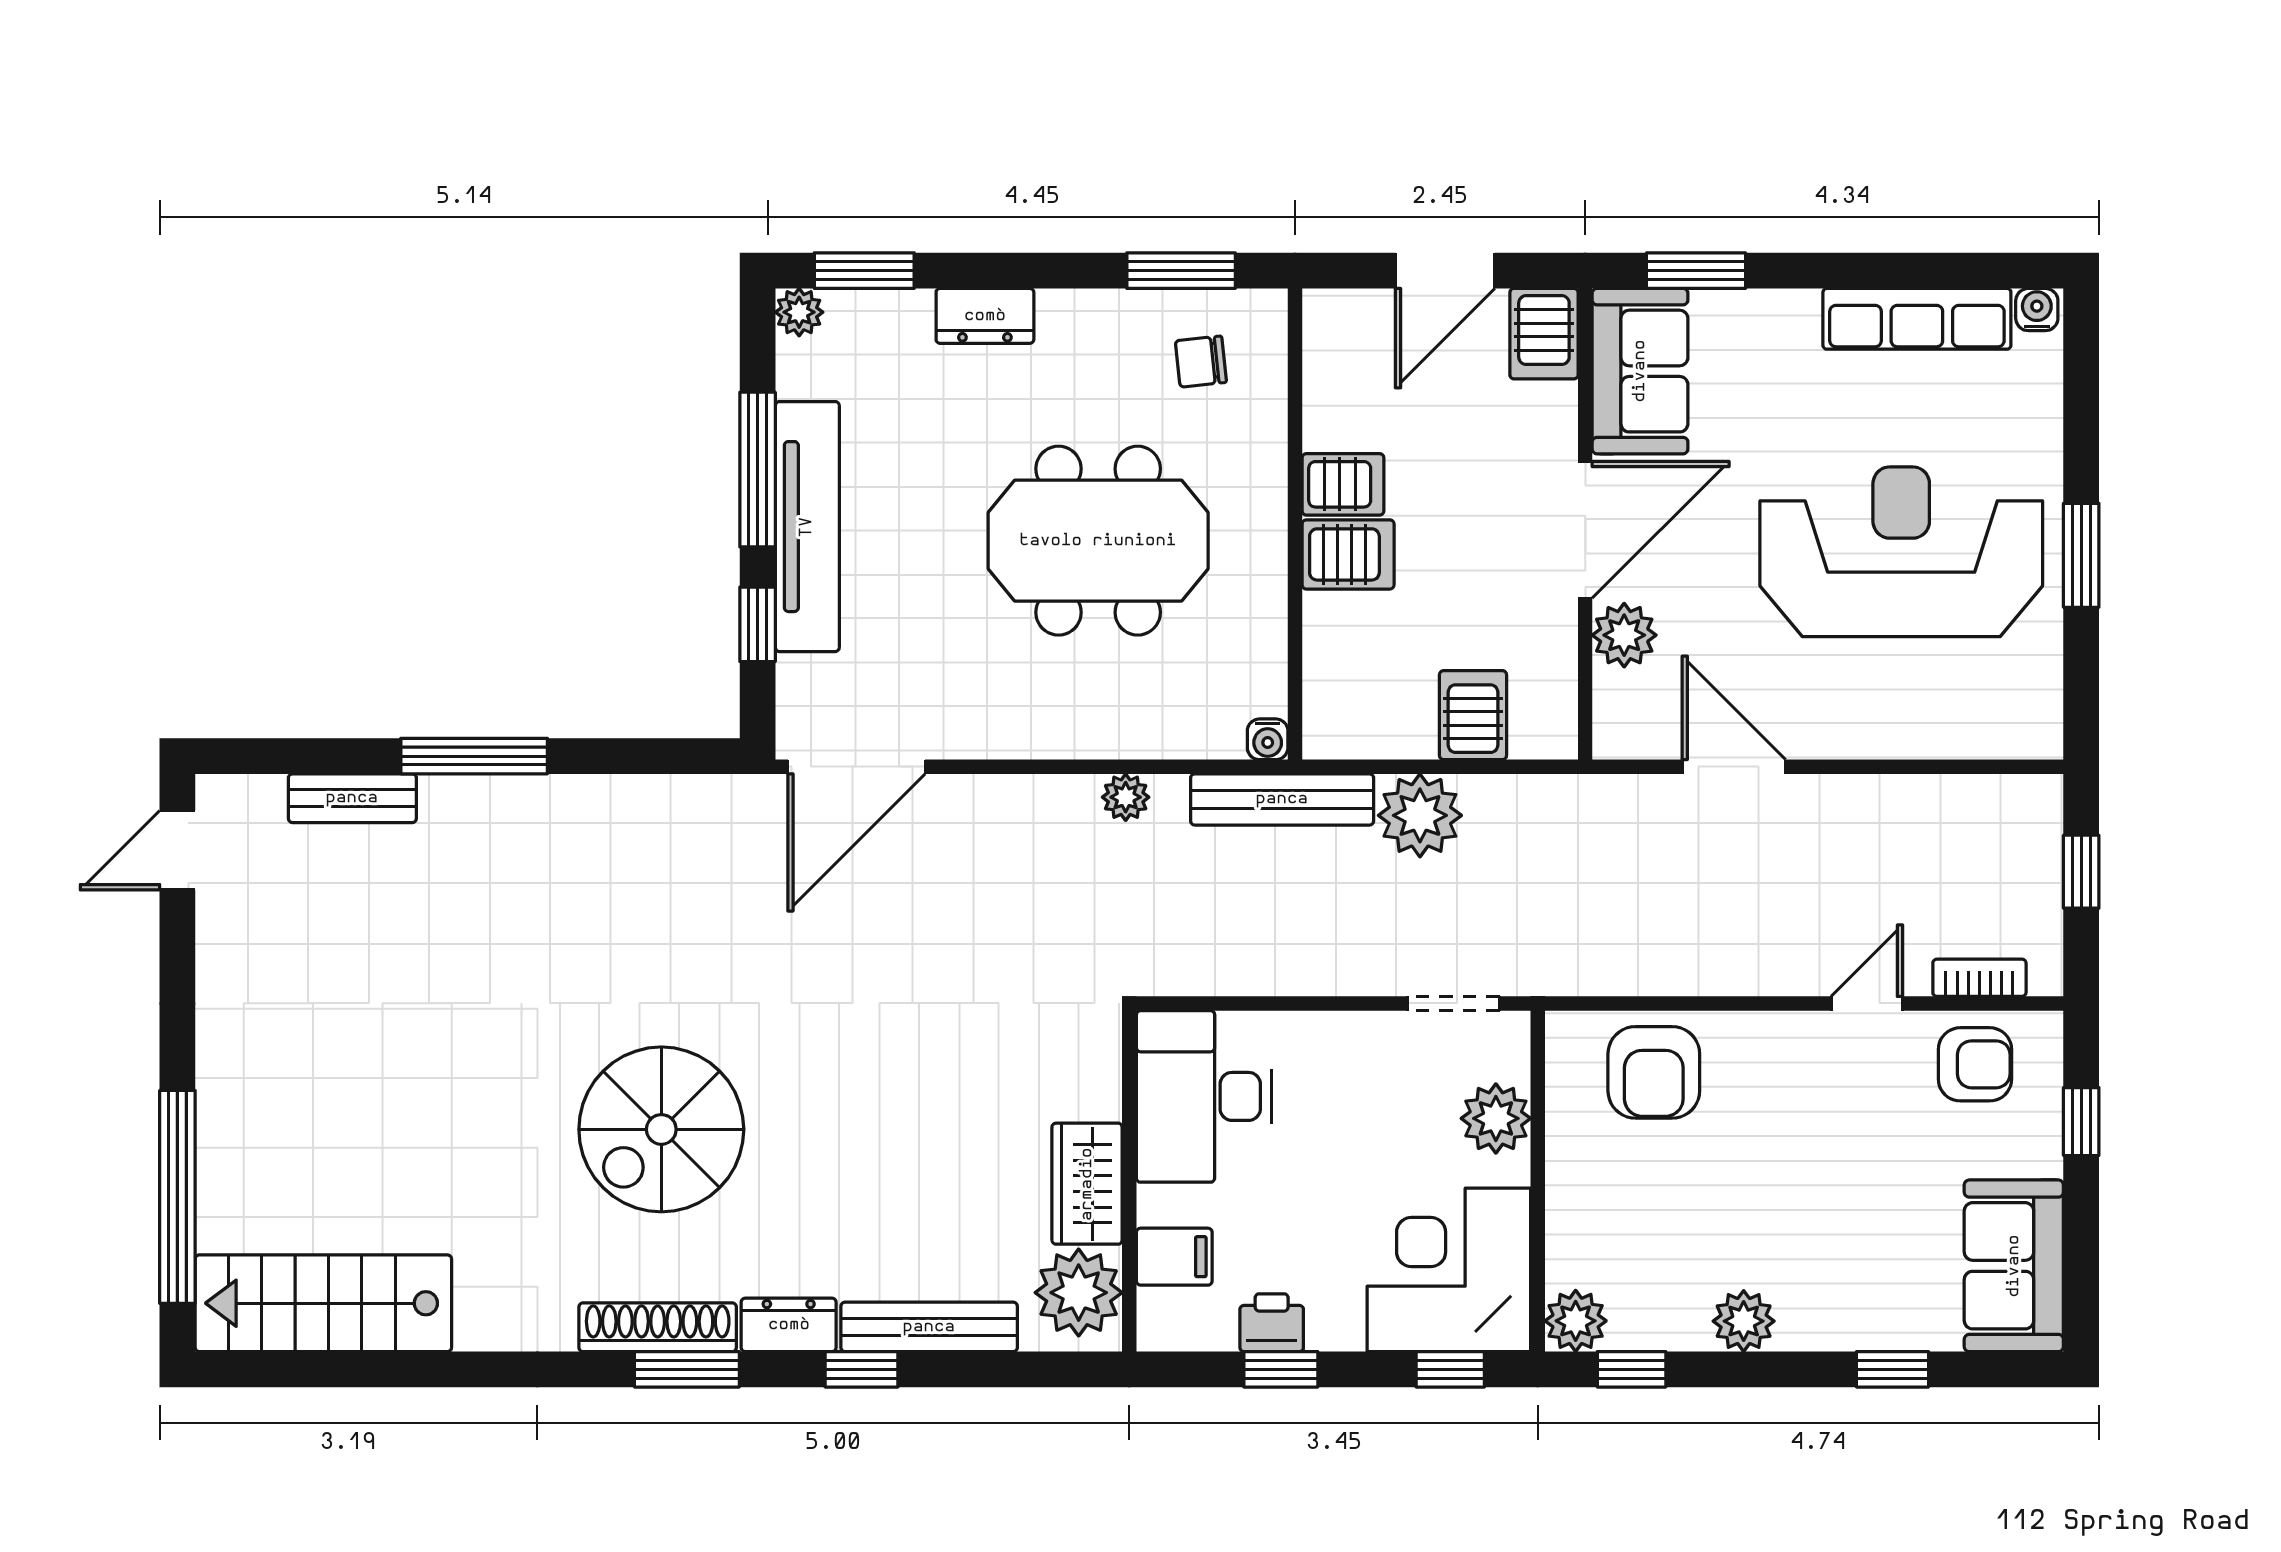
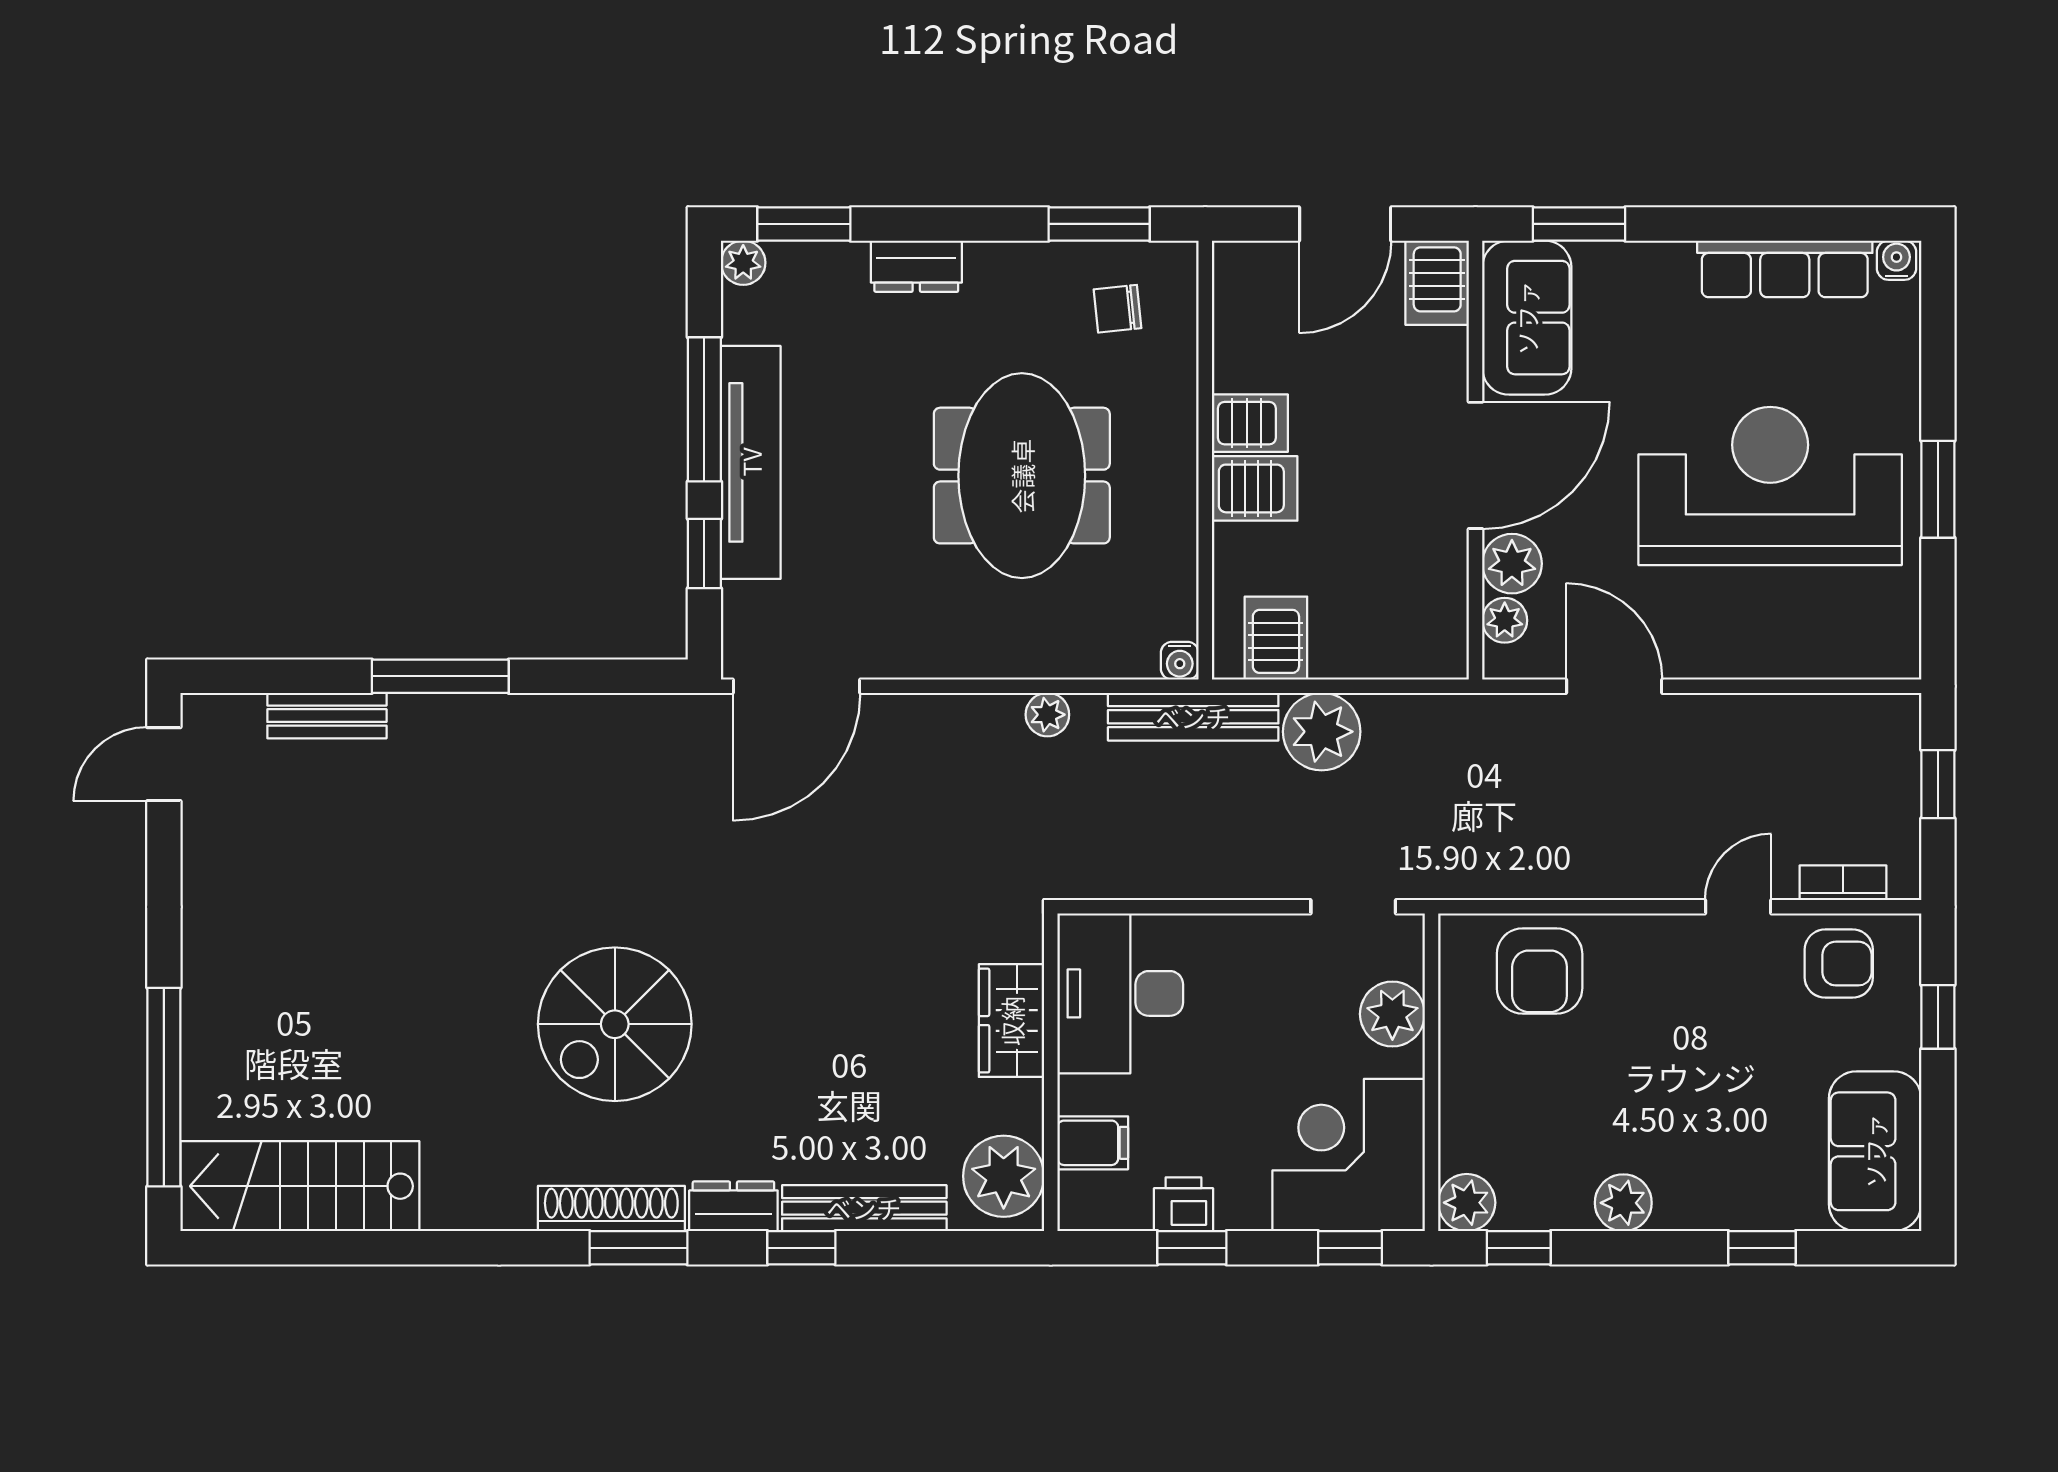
meeting table: (1098, 541) -> (1022, 476), turned 90
plant: (1616, 696) -> (1505, 620), added
server rack: (1473, 715) -> (1276, 638), moved
wardrobe: (1087, 1184) -> (1012, 1021), moved

